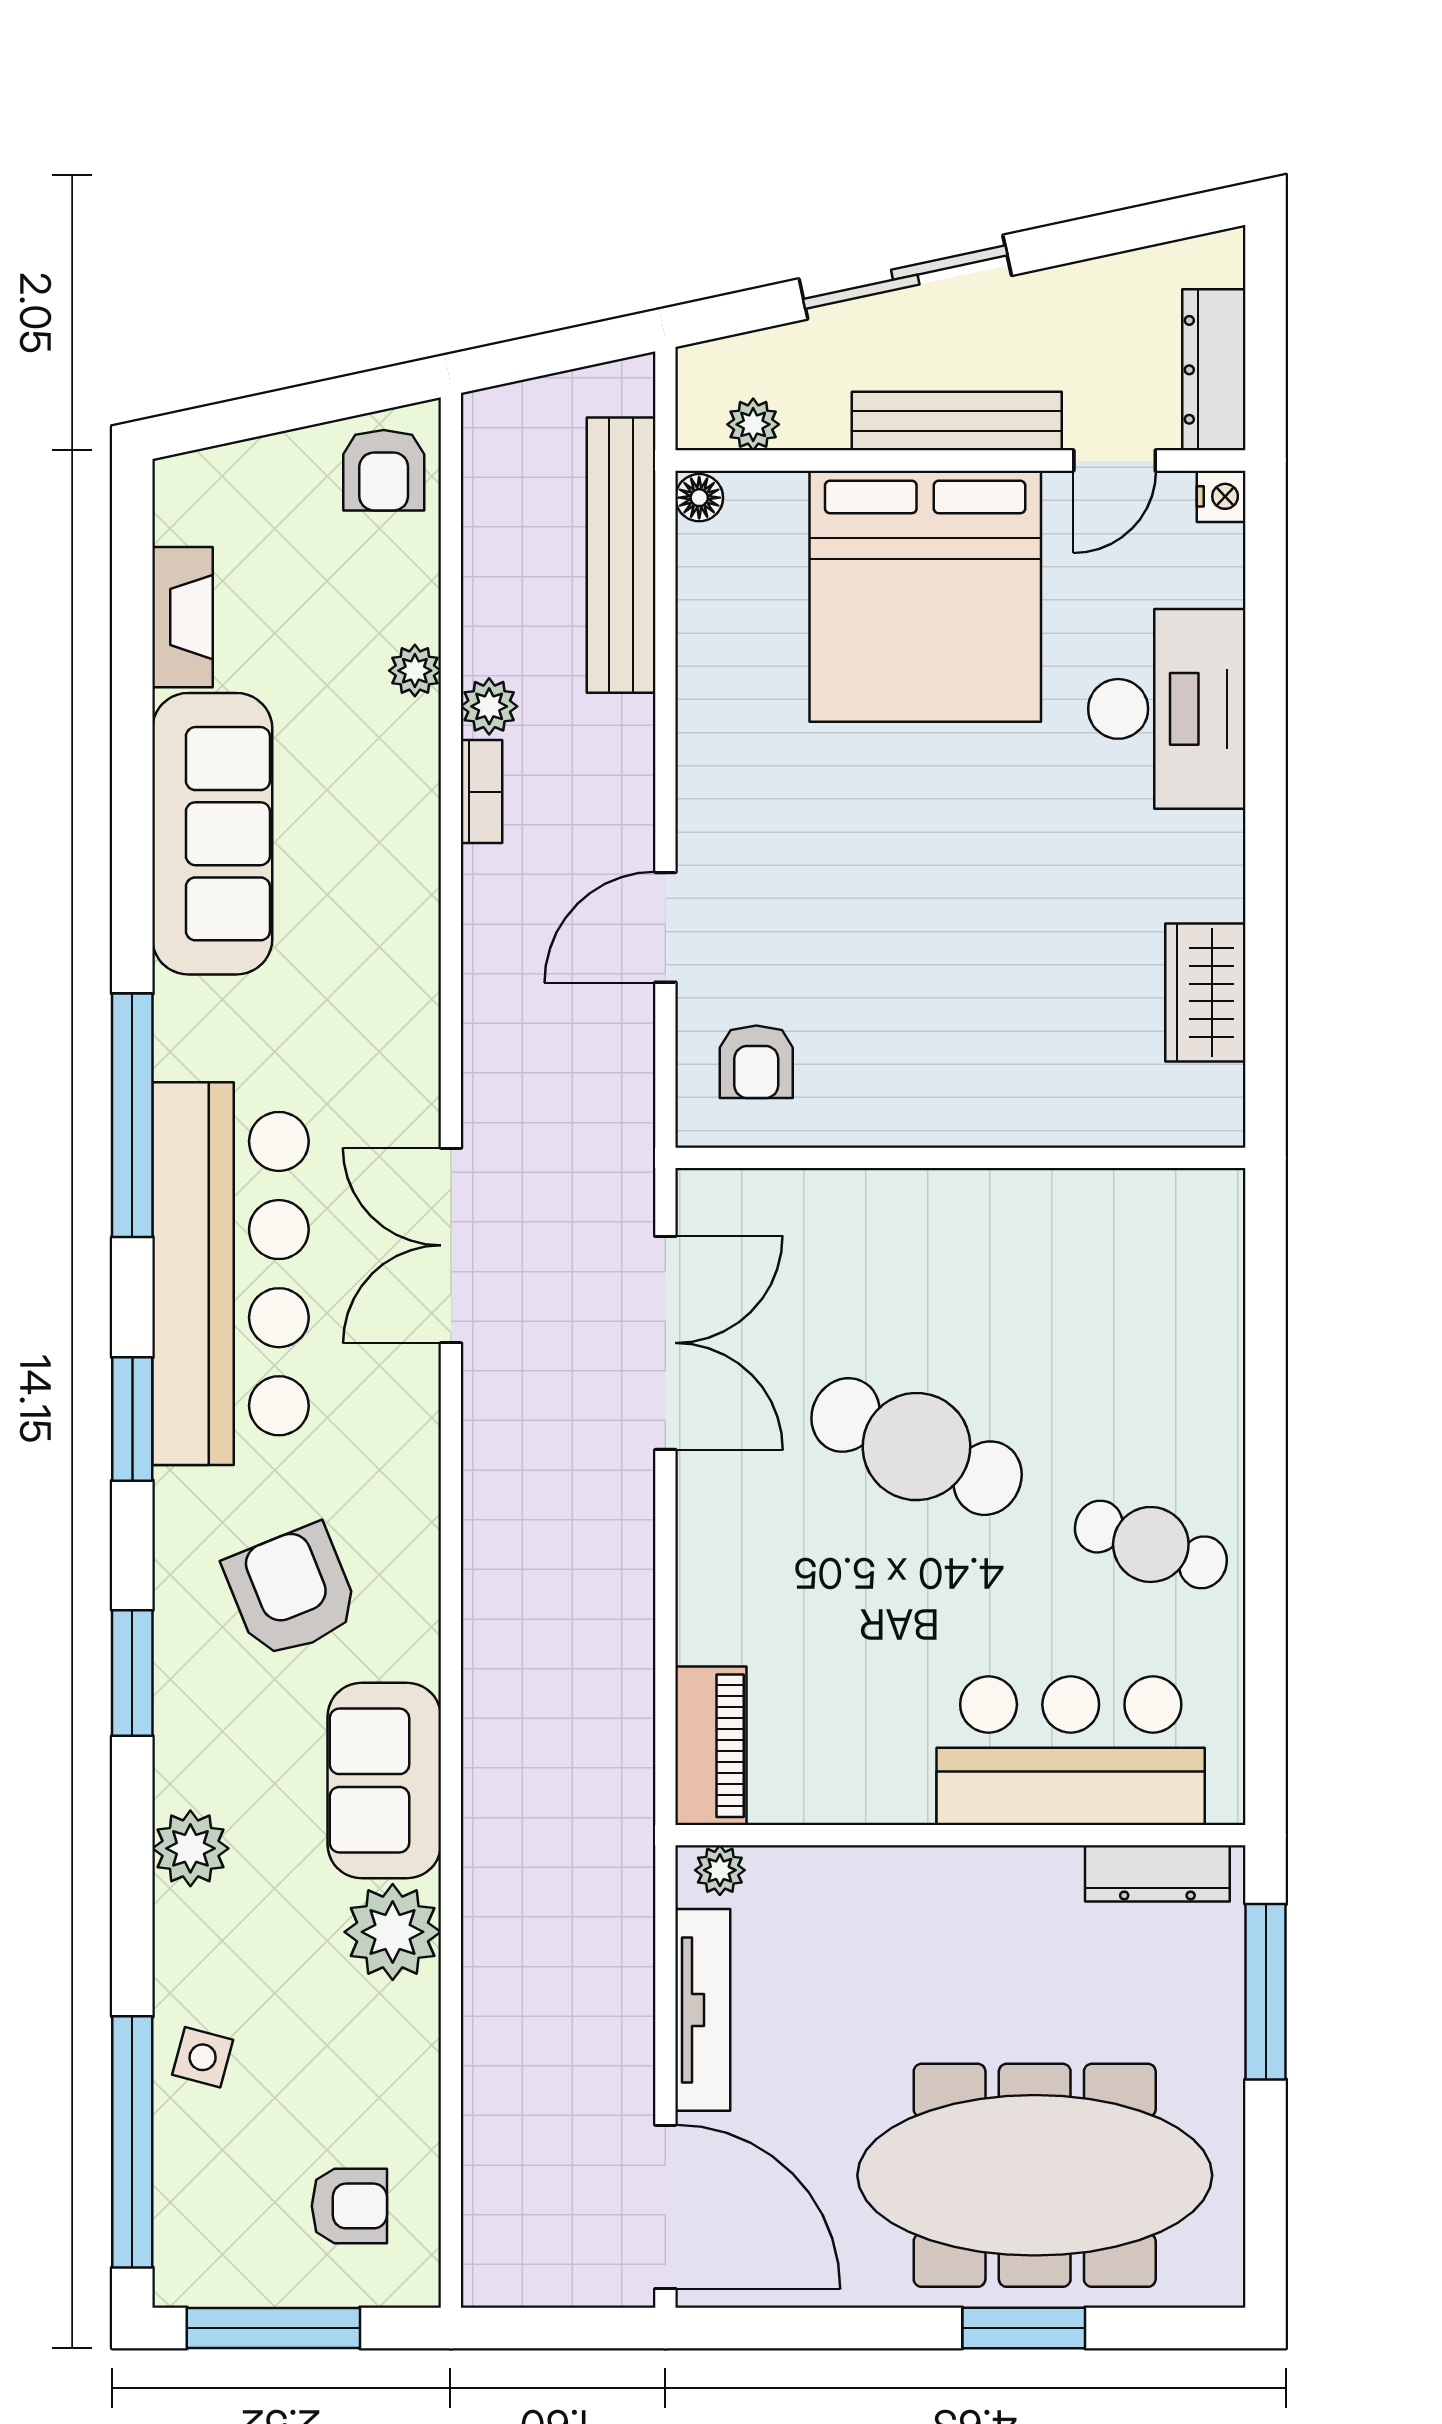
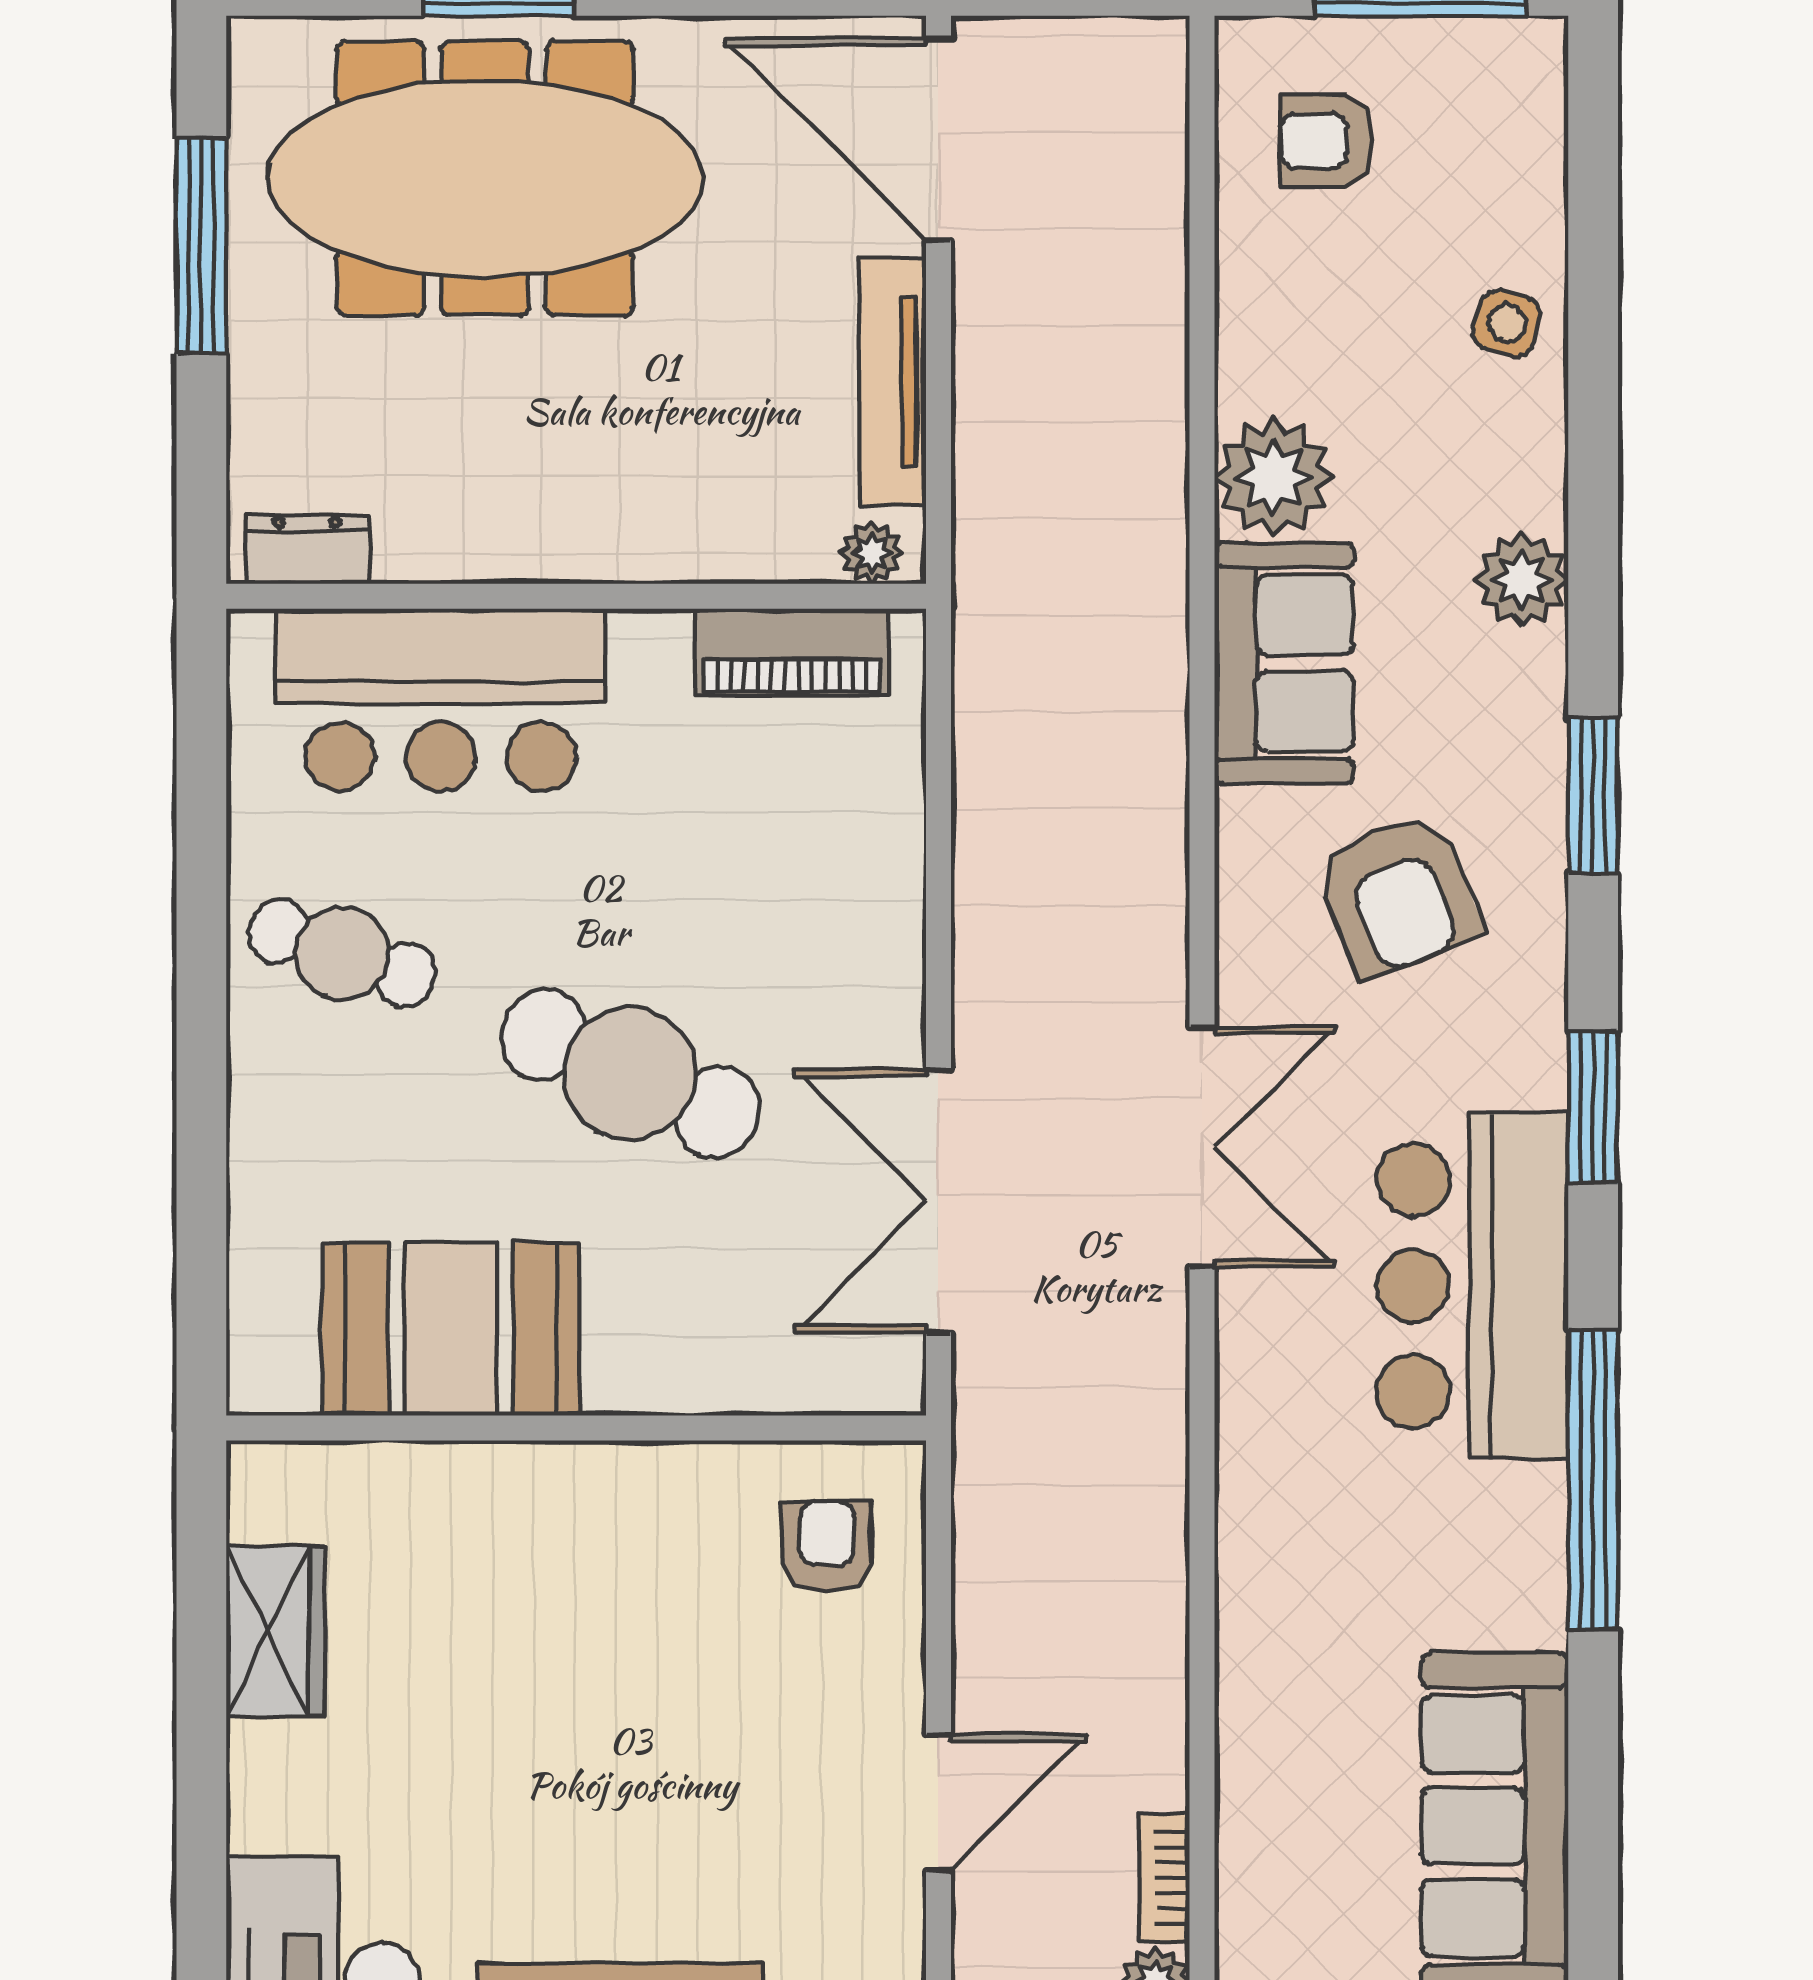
door: (665, 927) -> (938, 1803), moved
booth: (1062, 1238) -> (451, 1329), added
double door: (451, 1245) -> (1202, 1147), moved
bar counter: (231, 1274) -> (1473, 1286), width x0.73
piano: (711, 1746) -> (792, 652), moved, turned -90
dresser: (1157, 1873) -> (307, 549), width x0.70
window: (1266, 1992) -> (201, 246), moved
window: (132, 2142) -> (1593, 219), removed

